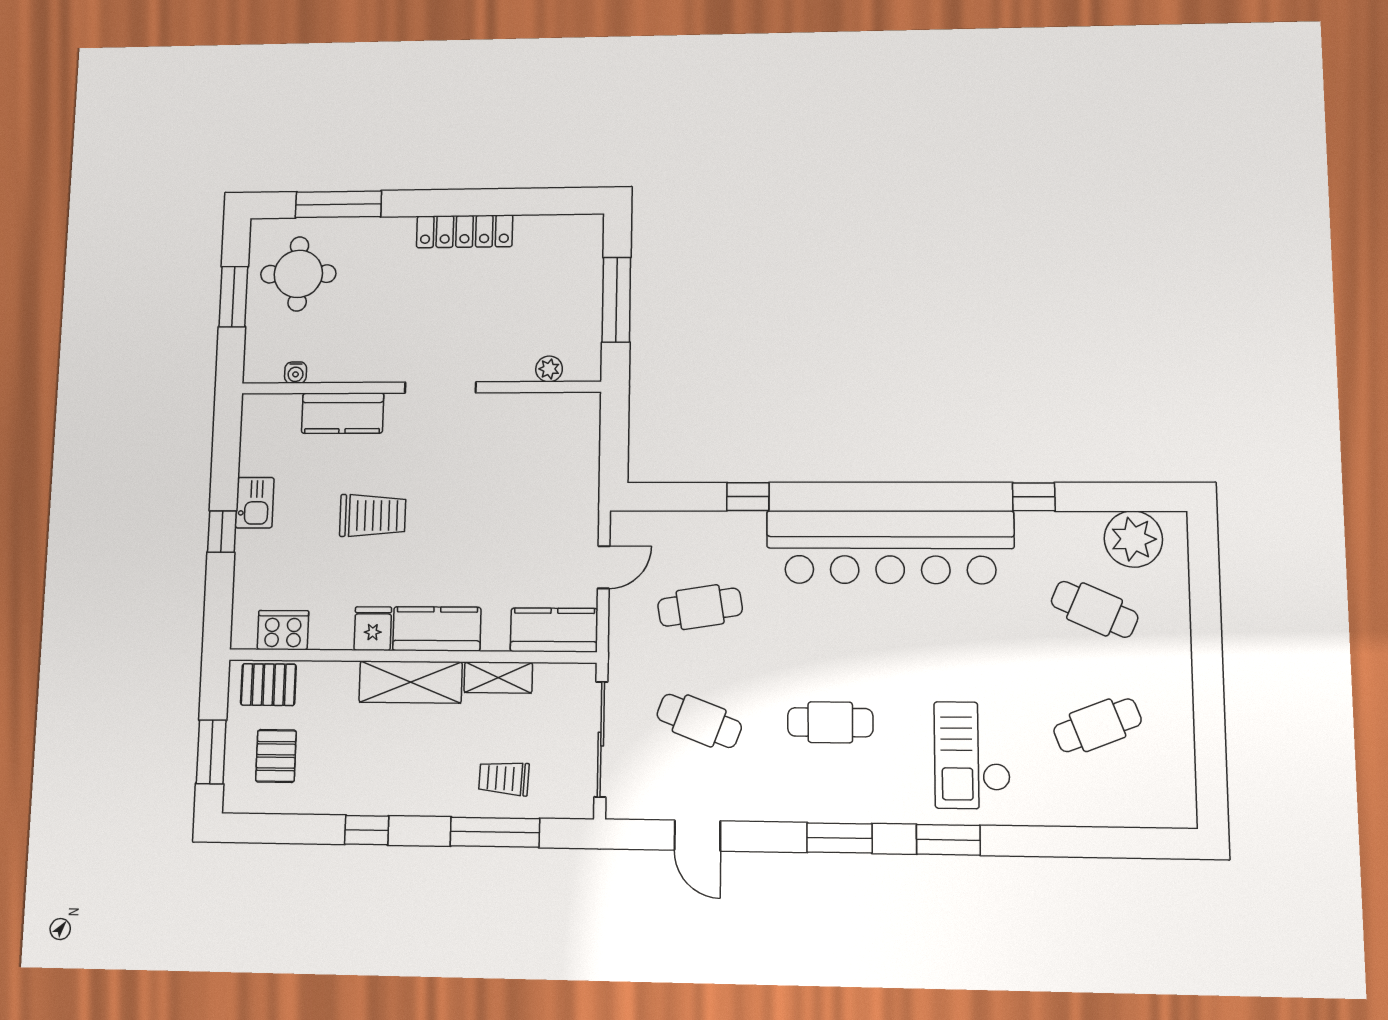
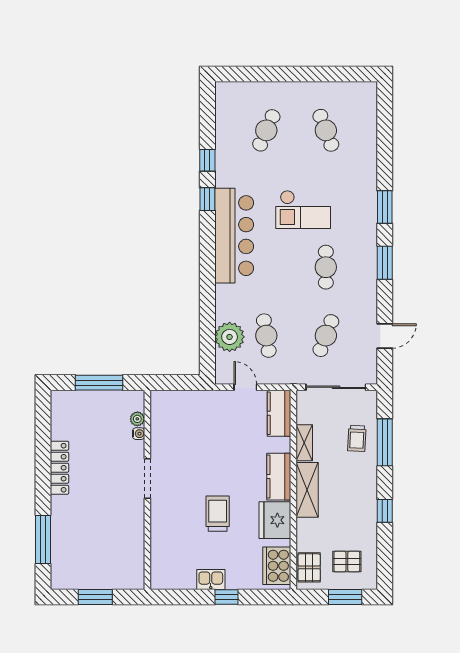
round table: (298, 274) -> (83, 561), removed
water cooler: (296, 373) -> (139, 434), moved
kitchen counter: (343, 413) -> (161, 533), removed
window: (748, 497) -> (207, 199), moved
plant: (1133, 539) -> (230, 337), moved
bar counter: (890, 547) -> (234, 236), width x0.73
fridge: (373, 629) -> (275, 520), width x1.88, depth x1.34
cooker: (283, 630) -> (277, 566), width x1.37, depth x1.31
checkout: (972, 755) -> (303, 209), moved

